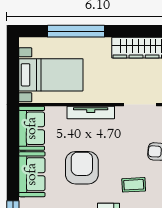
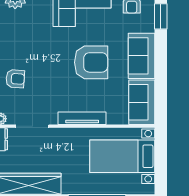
armchair: (82, 168) -> (91, 62), turned -90
coffee table: (134, 185) -> (39, 45), removed

